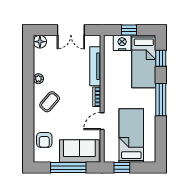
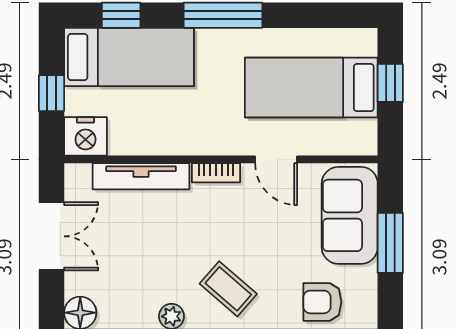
nightstand: (122, 43) -> (86, 136), moved, turned -90
armchair: (44, 140) -> (322, 302), turned 180
window: (68, 168) -> (390, 243), width x0.69
window: (122, 168) -> (390, 83), moved

